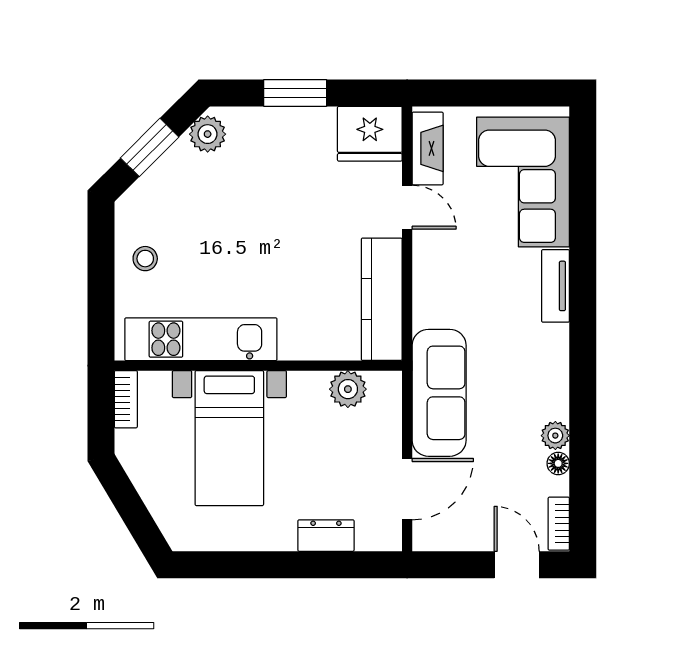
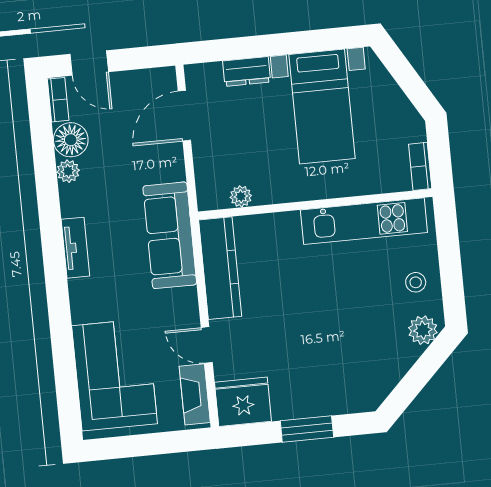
plant: (208, 134) -> (423, 330), moved
window: (150, 147) -> (421, 373), removed
tv unit: (556, 286) -> (75, 248), moved
plant: (348, 389) -> (241, 196), width x0.73, depth x0.73
sofa: (439, 393) -> (170, 235), moved
bed with nightstands: (229, 438) -> (322, 107), moved, turned 180
floor lamp: (558, 463) -> (71, 140), width x1.89, depth x1.89

